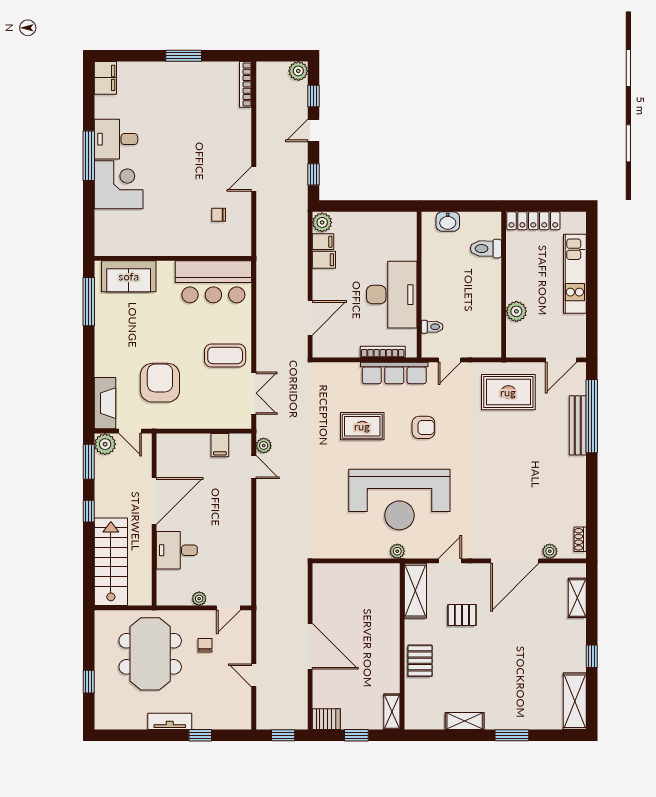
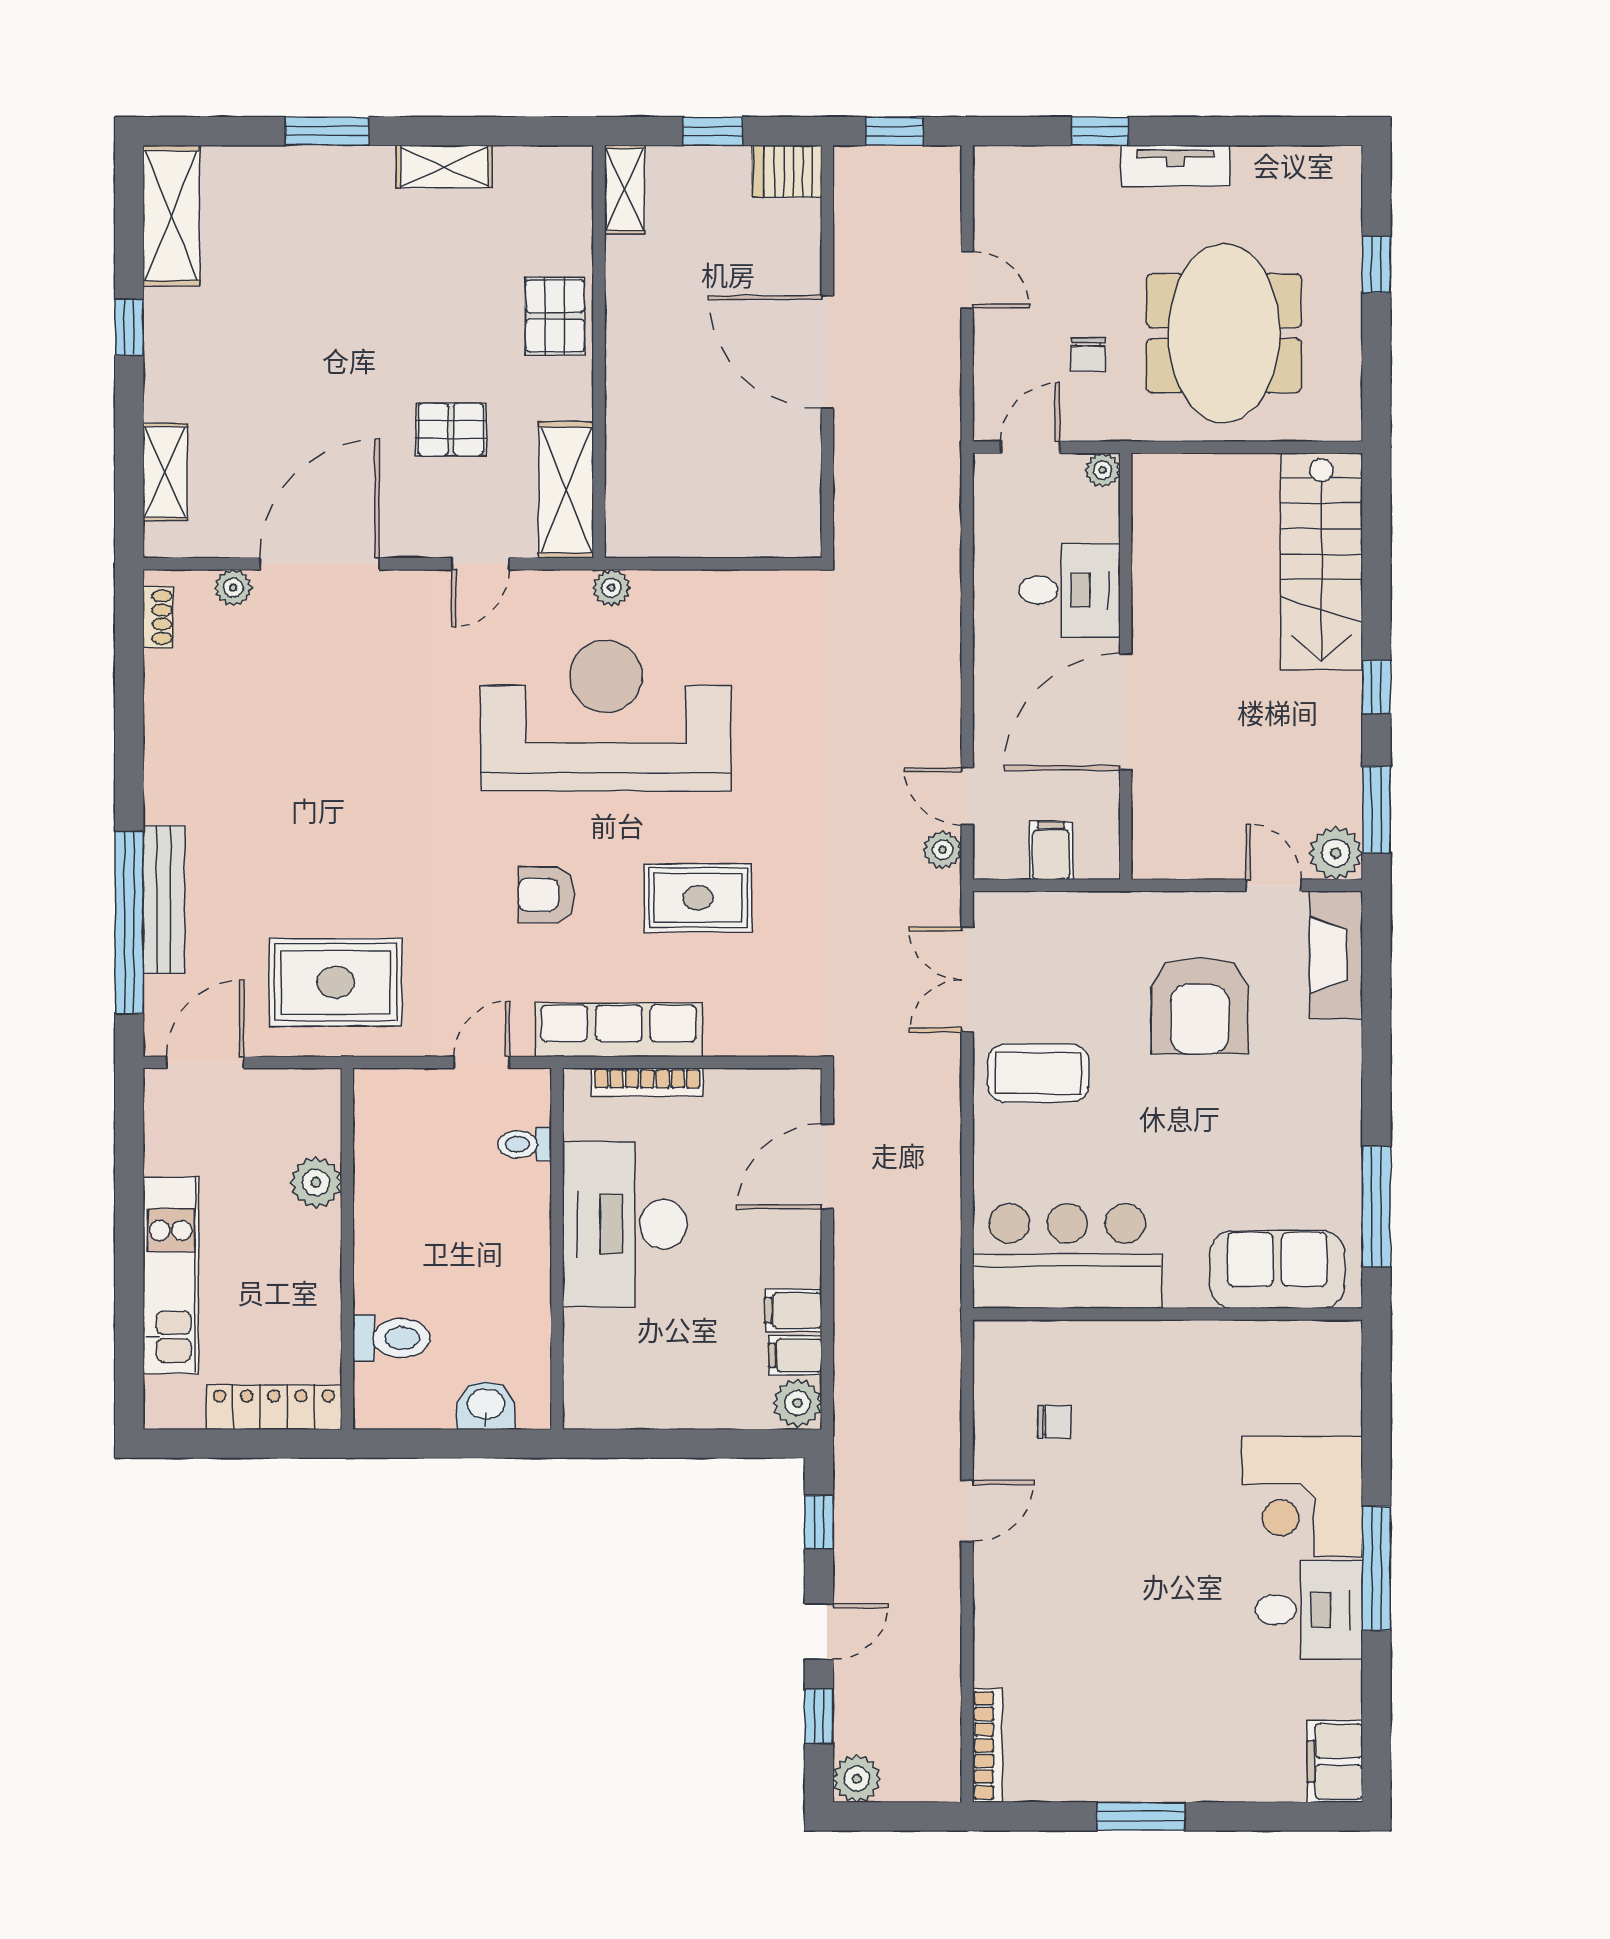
door: (154, 501) -> (1126, 712), moved
wall: (154, 520) -> (1126, 666), moved
desk: (177, 550) -> (1069, 590), moved

